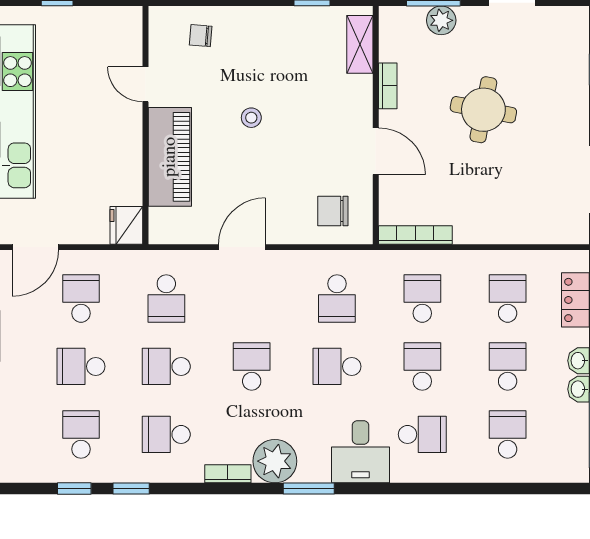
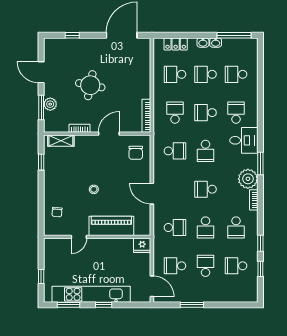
school desk: (422, 299) -> (175, 113), turned 90
school desk: (81, 366) -> (205, 266), turned 180

